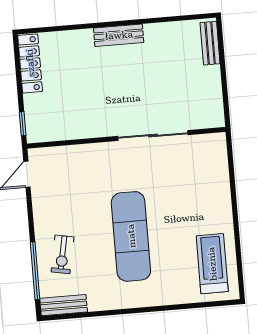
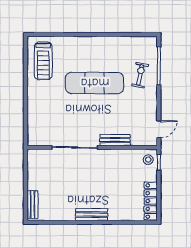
stool: (39, 126) -> (148, 160), added
exercise mat: (131, 236) -> (95, 83), turned 90
bench: (64, 305) -> (115, 140), moved

